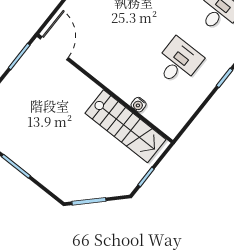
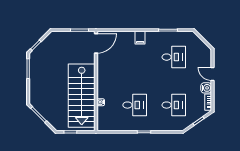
stairs: (126, 126) -> (82, 96), width x1.36, depth x1.51

